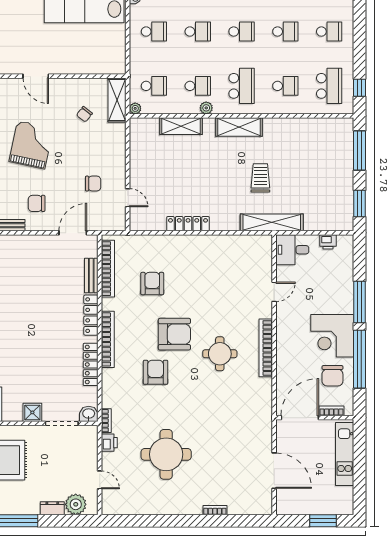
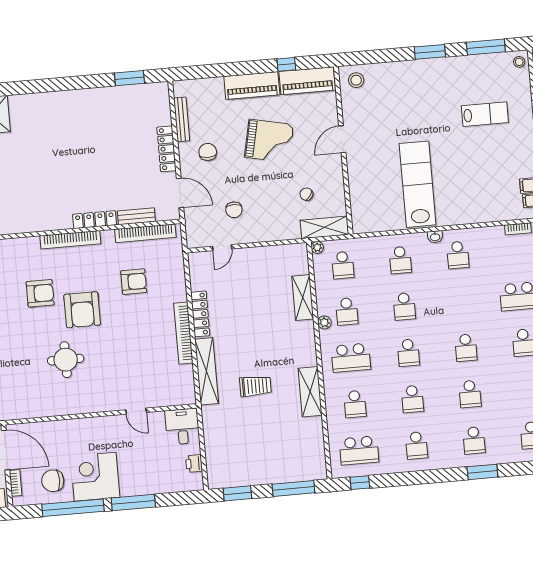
shelving: (239, 127) -> (310, 392), moved
shelving: (272, 222) -> (207, 371), moved
bookcase: (266, 348) -> (183, 333), moved, turned -90
locker: (91, 364) -> (167, 149), moved, turned -90

